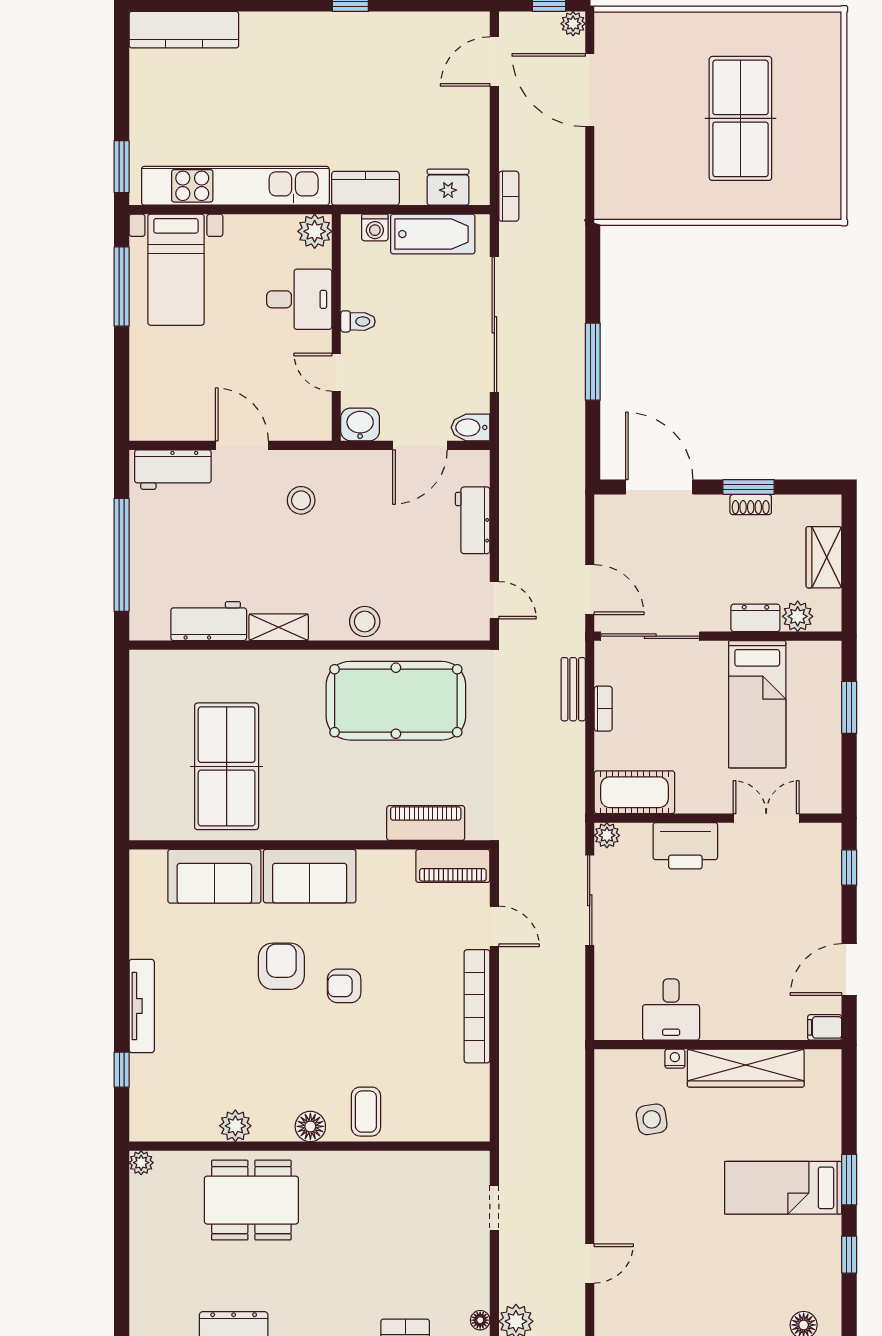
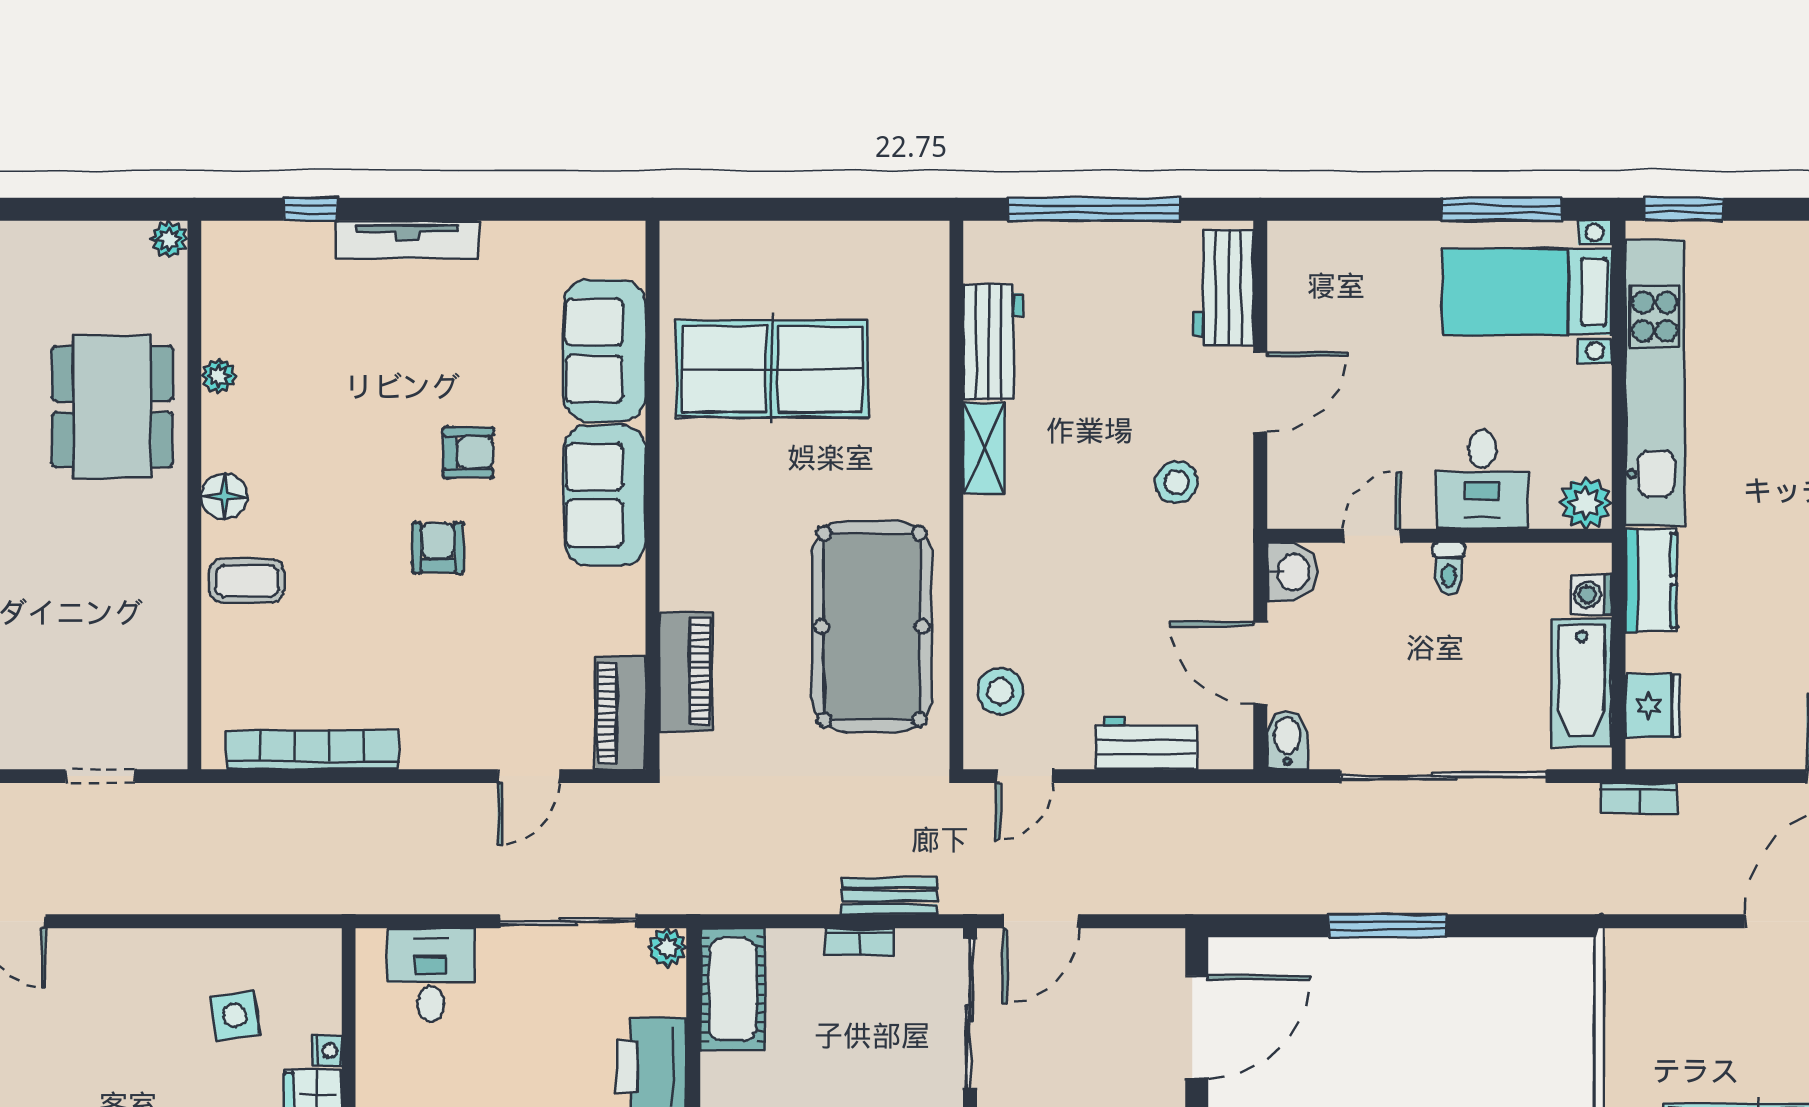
stool: (365, 622) -> (1000, 691), moved
armchair: (281, 966) -> (468, 452), width x0.72, depth x0.72
bookcase: (477, 1006) -> (312, 750), moved
desk: (671, 1010) -> (431, 975), moved, turned 90
plant: (235, 1126) -> (219, 376), width x0.73, depth x0.73

